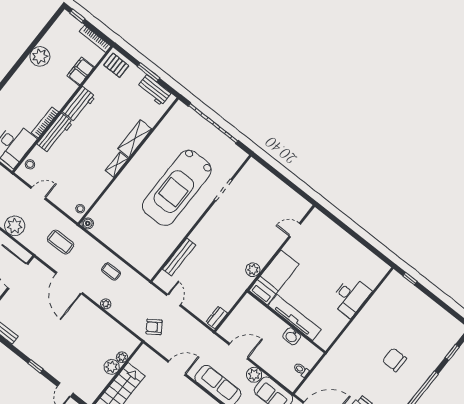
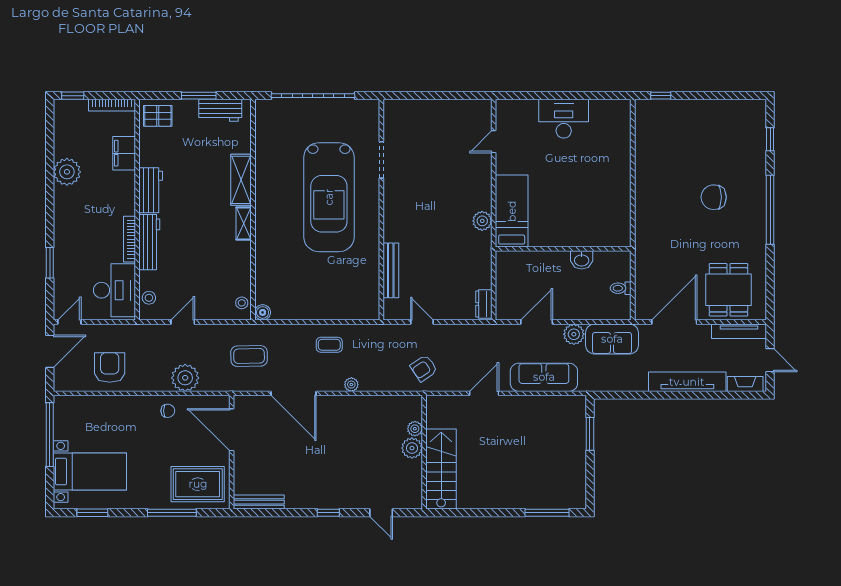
desk: (351, 296) -> (564, 119), moved, turned -90
tv unit: (295, 318) -> (569, 237), removed

